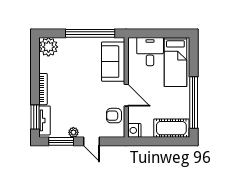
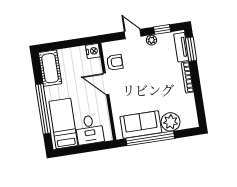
plant: (48, 47) -> (170, 122), moved
sofa: (113, 62) -> (141, 125), moved, turned -90
window: (194, 103) -> (43, 109), moved
cot: (171, 128) -> (50, 68), moved, turned 90
window: (61, 141) -> (162, 29), width x0.67

